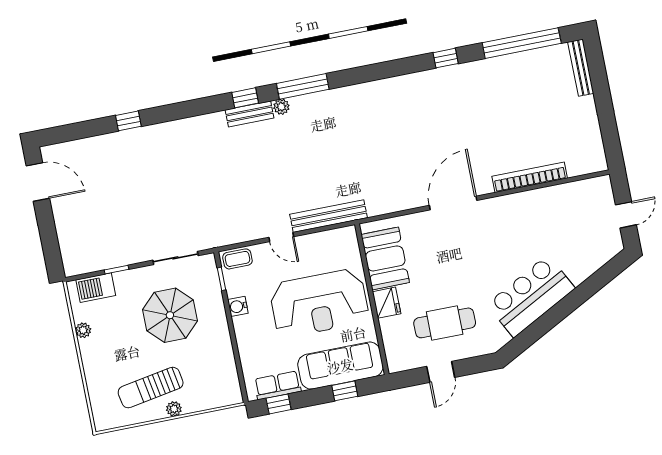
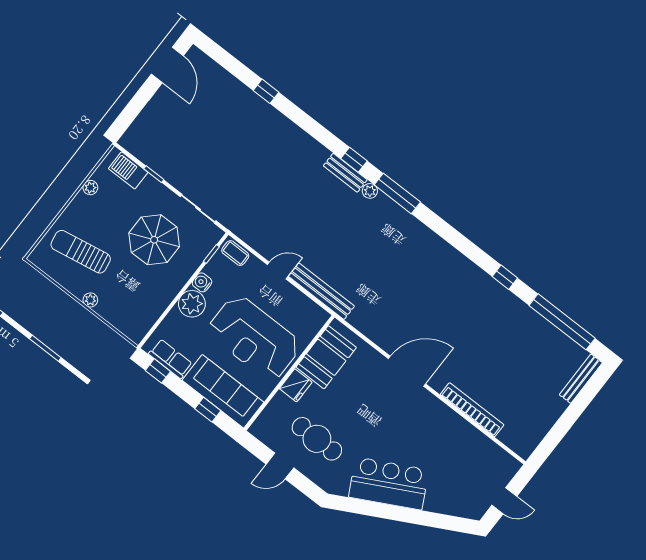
door: (281, 237) -> (278, 271), swing flipped
plant: (248, 329) -> (192, 304), added
sun lounger: (151, 388) -> (81, 252), moved

